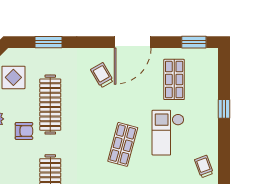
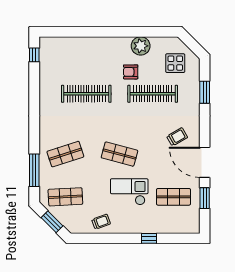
window: (194, 42) -> (205, 198), moved
armchair: (24, 131) -> (131, 72), turned 90

